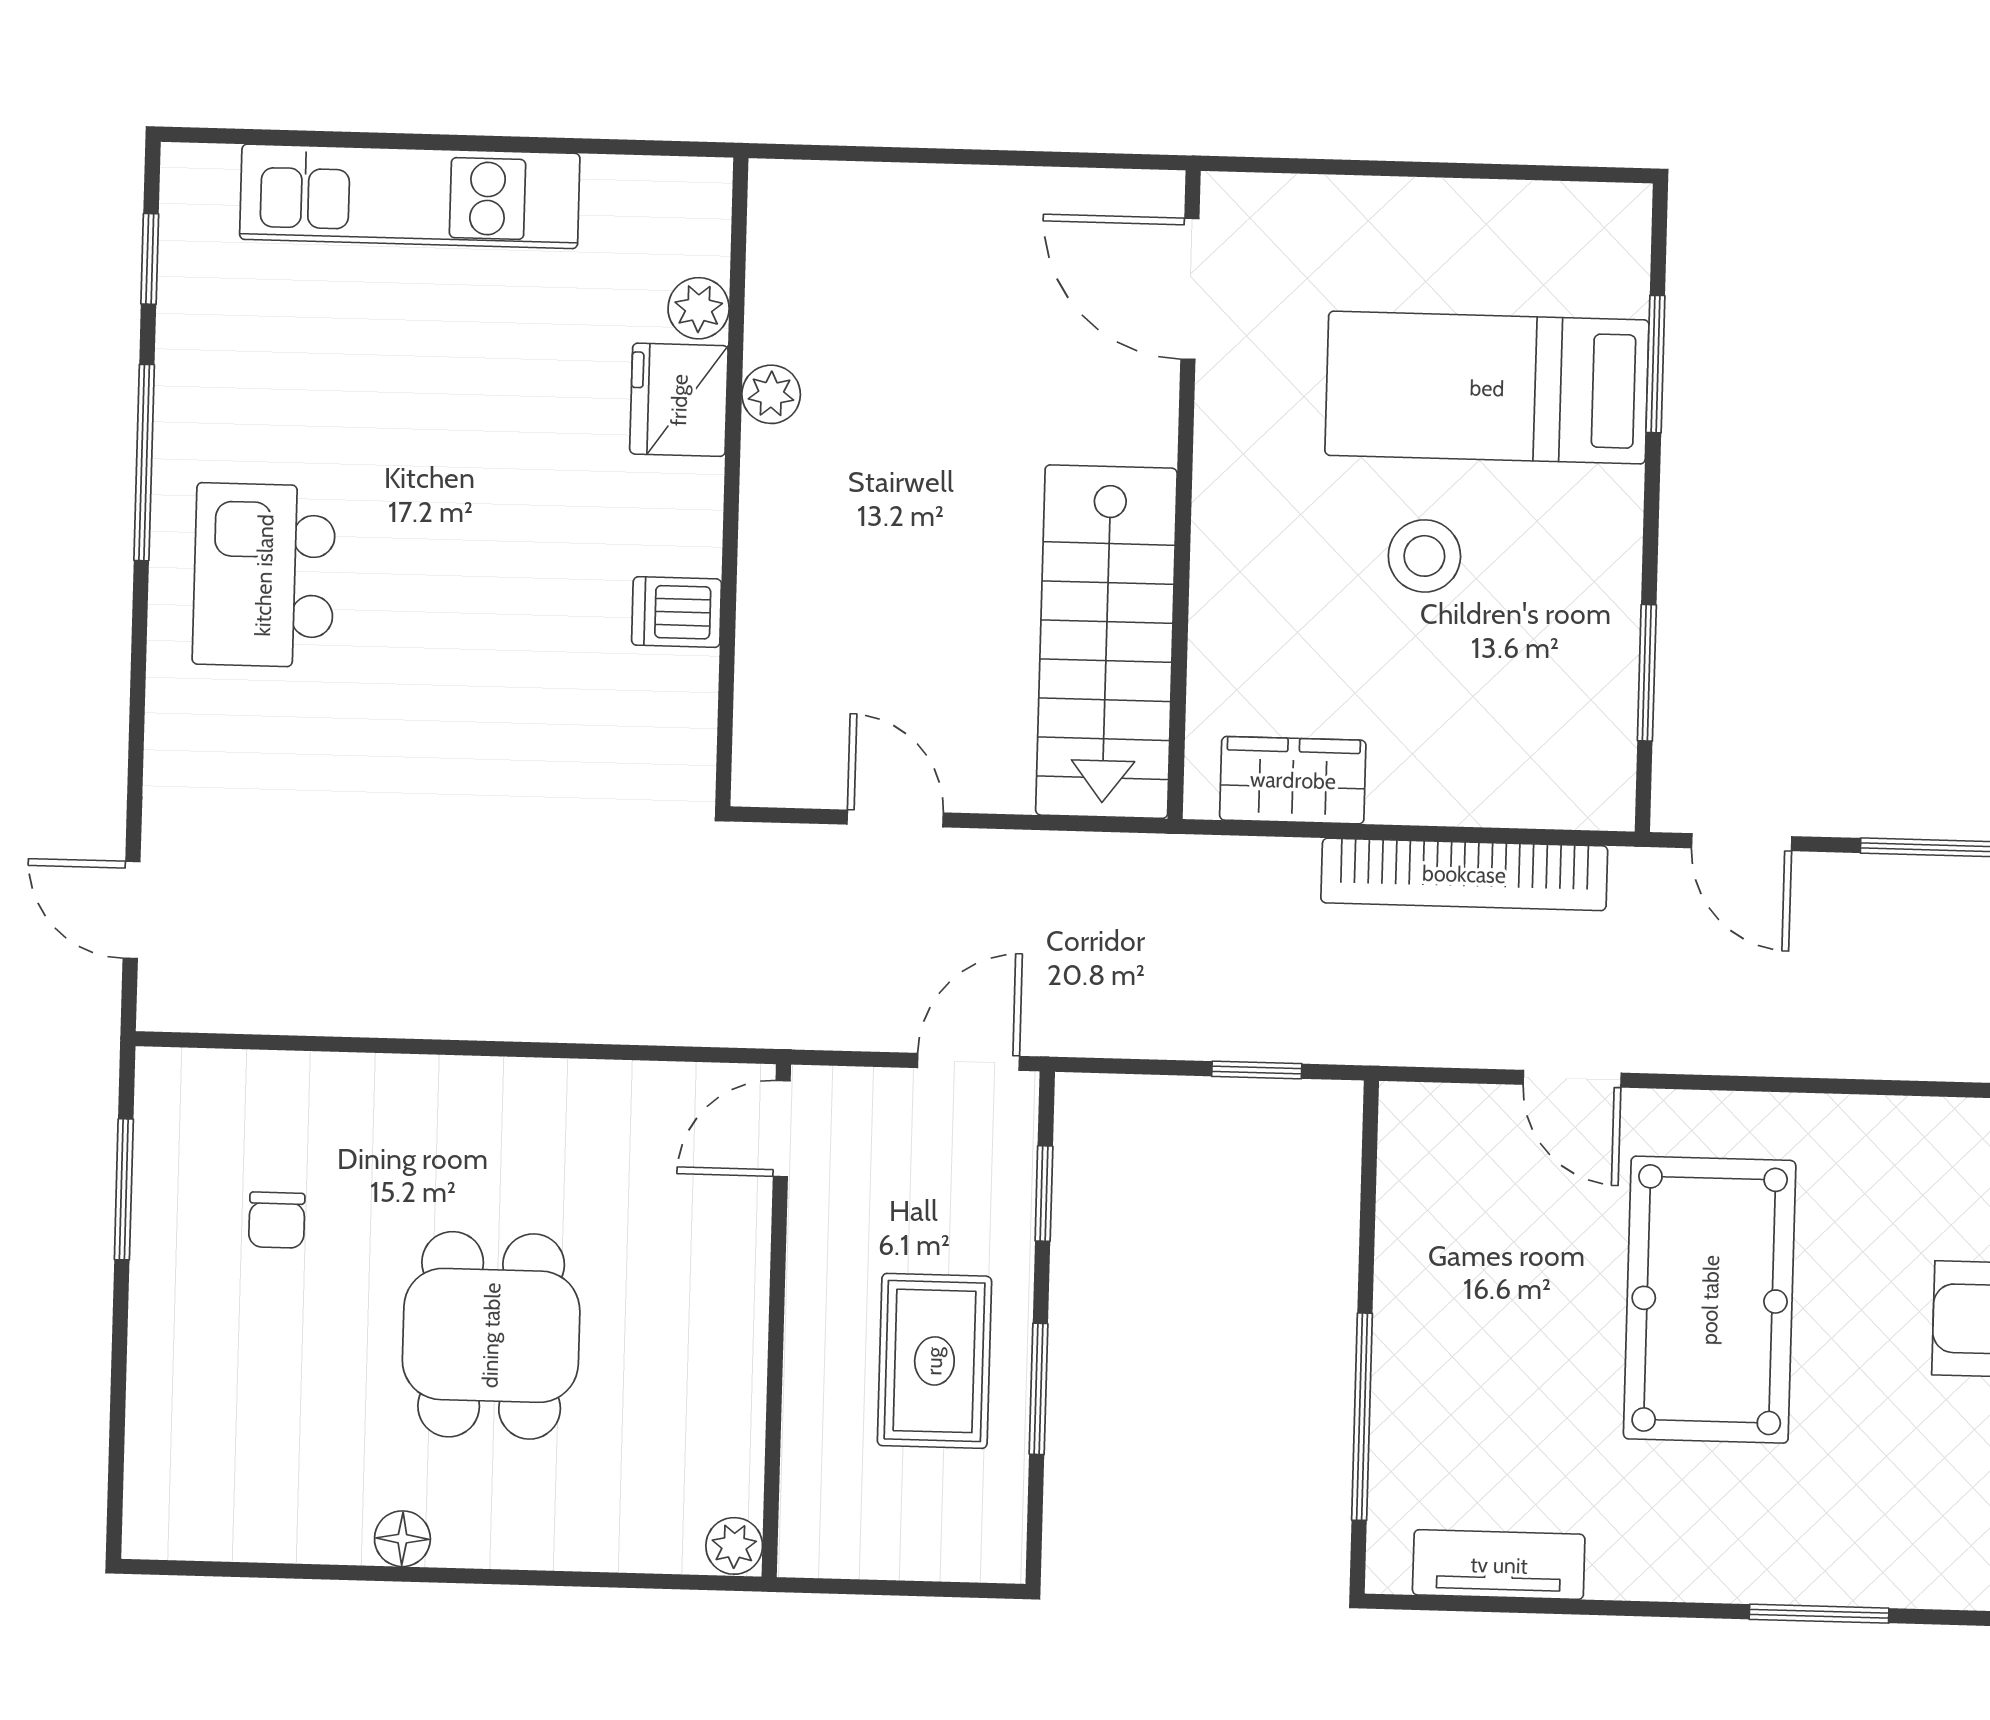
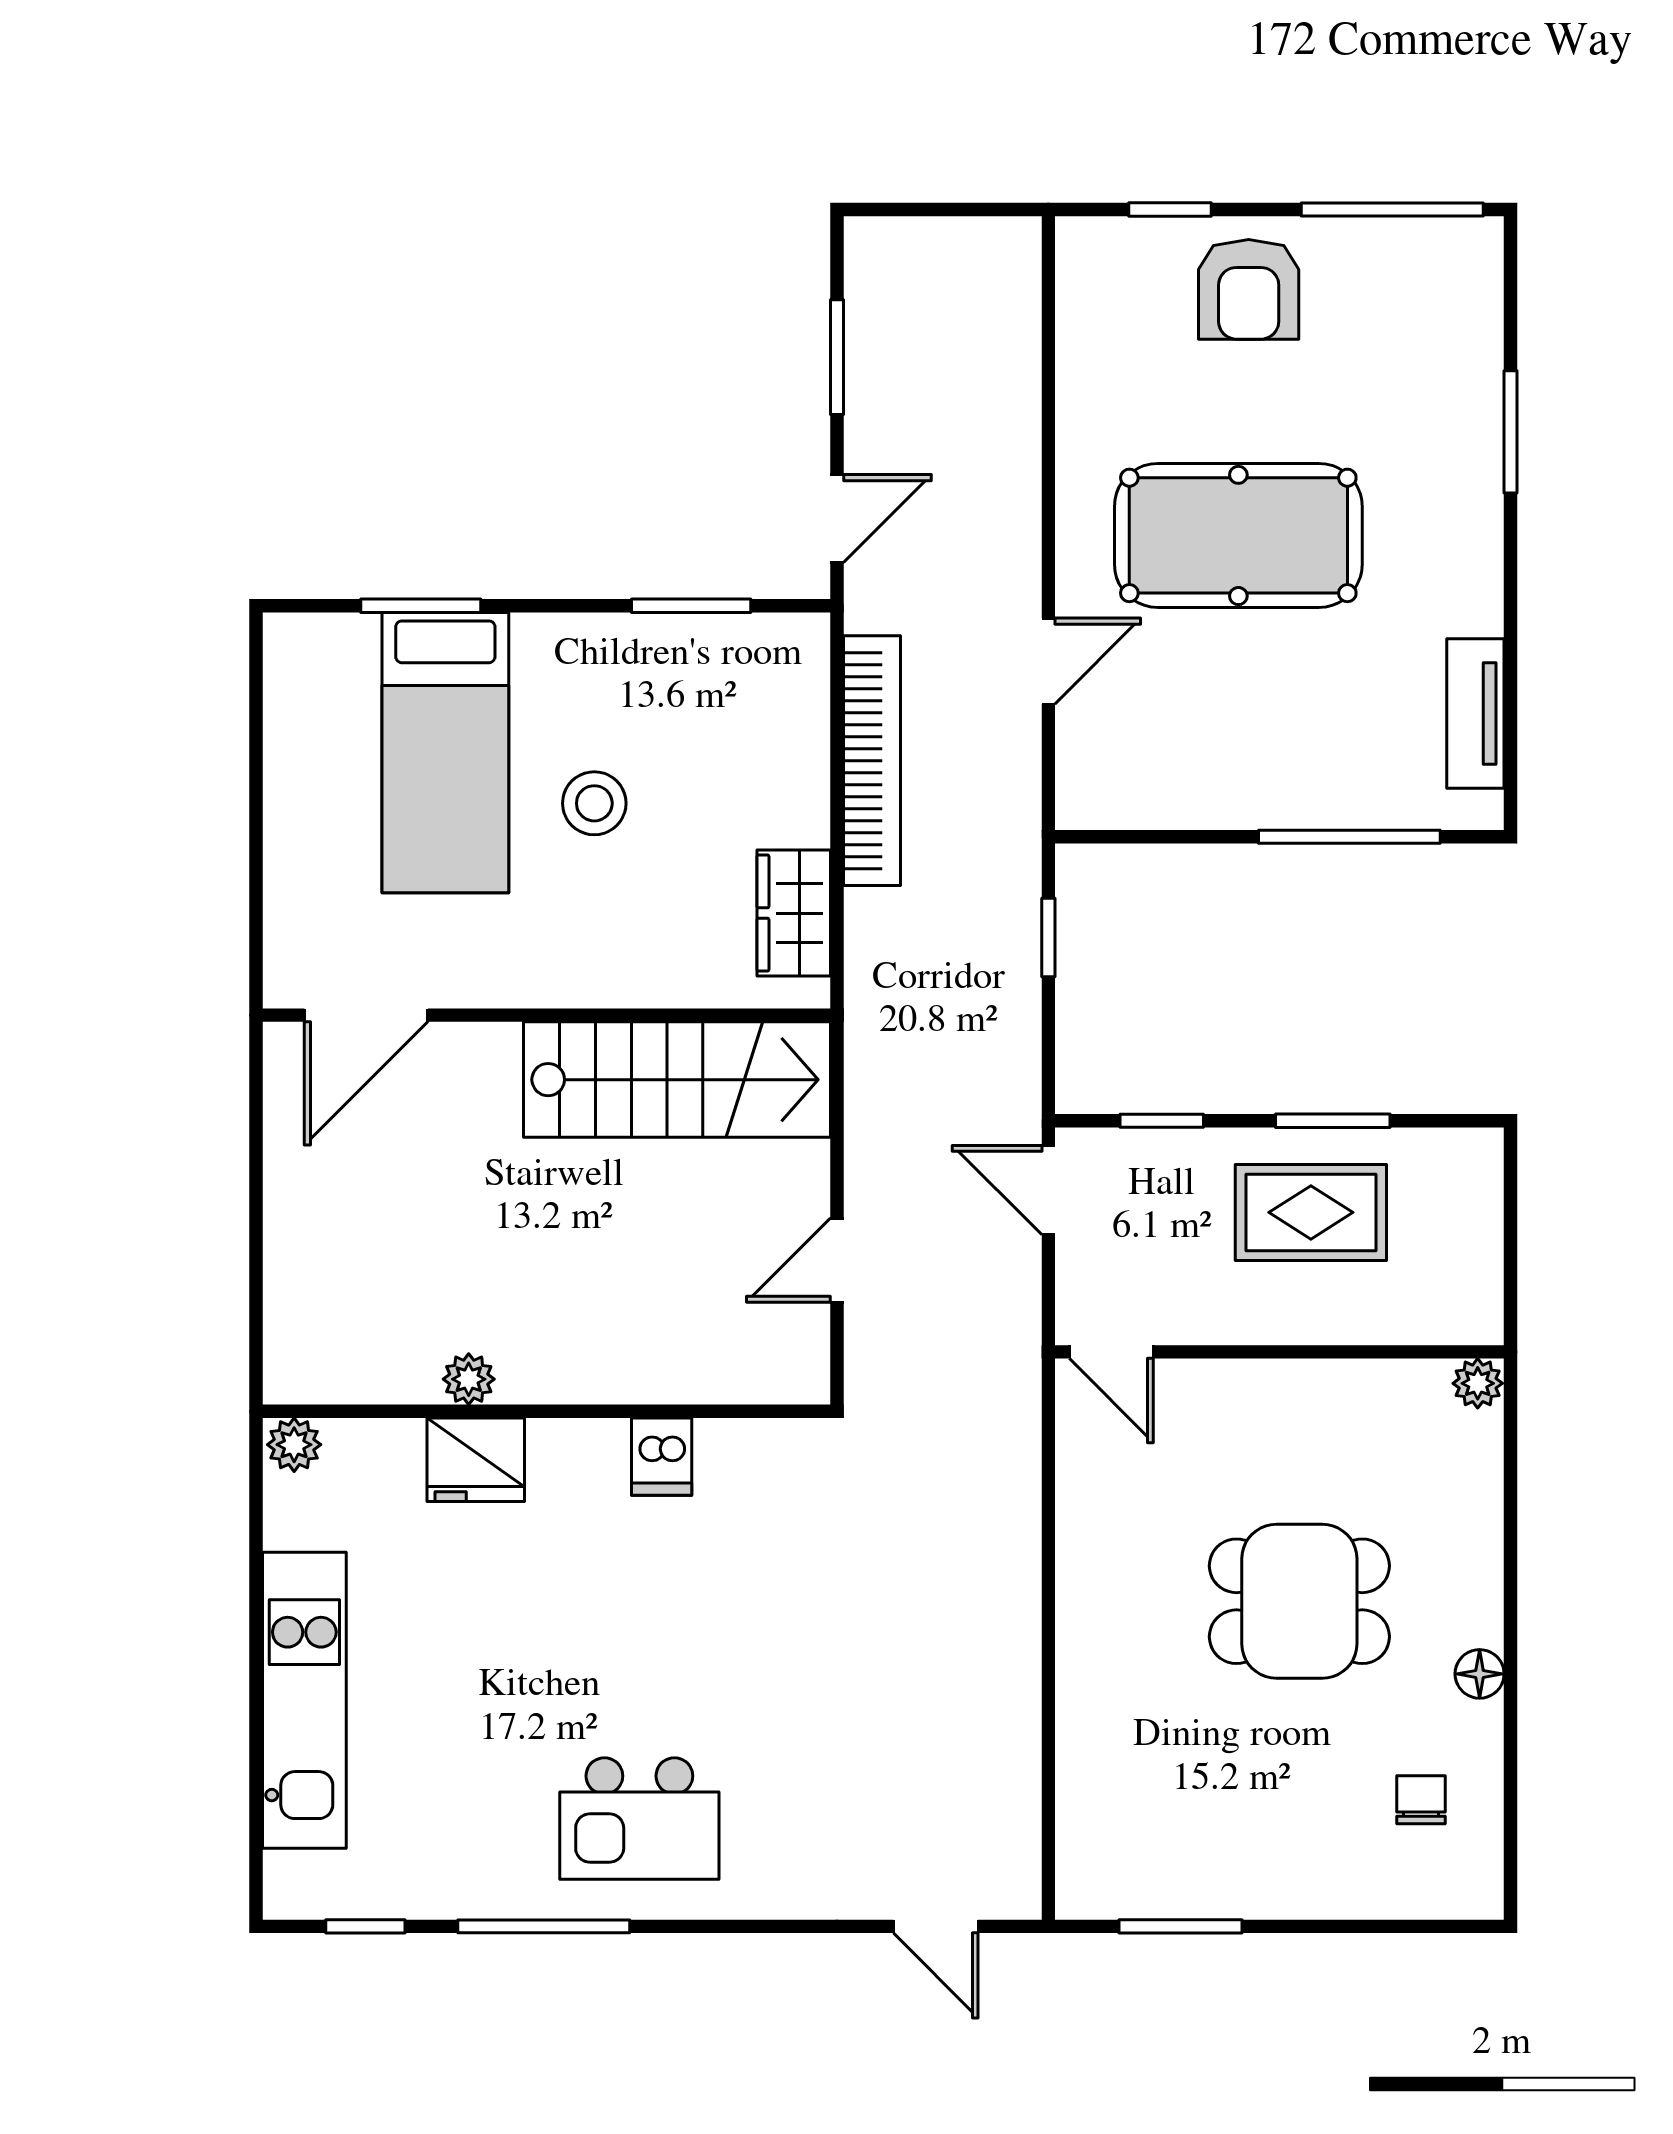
plant: (699, 308) -> (294, 1445), moved
door: (132, 910) -> (936, 1926), hinge flipped
chair: (277, 1220) -> (1421, 1800), moved, turned -90

